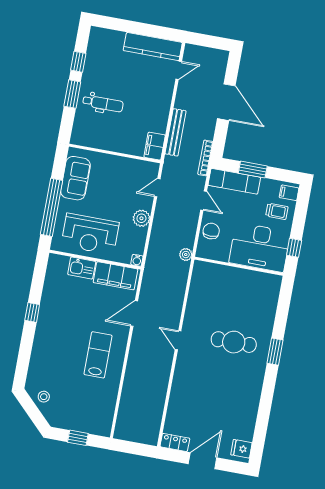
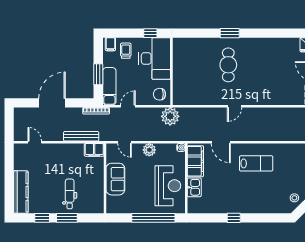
kitchen counter: (153, 47) -> (21, 192), moved
sofa: (75, 178) -> (115, 179), moved, turned 90
chair: (211, 231) -> (159, 94), moved
plant: (186, 255) -> (170, 116), width x1.87, depth x1.87
lab bench: (98, 355) -> (256, 163), turned 180

